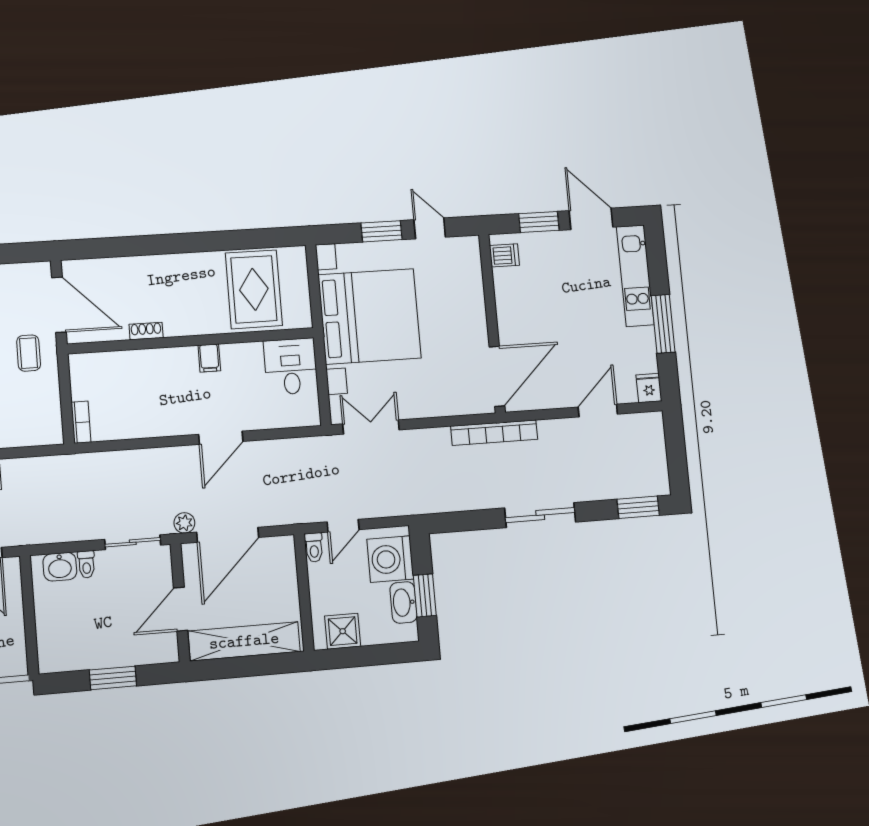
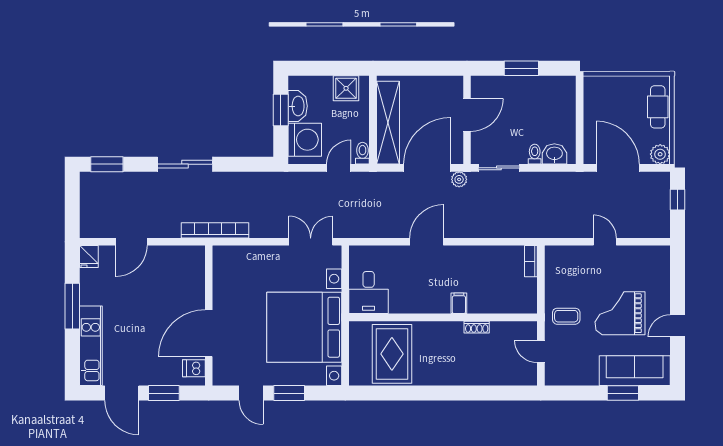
door: (59, 305) -> (541, 351), width x0.53
coffee table: (29, 353) -> (566, 316), turned 90
filing cabinet: (209, 358) -> (459, 303), moved
door: (497, 376) -> (209, 333), moved
double door: (371, 427) -> (311, 242), swing flipped
shelving: (244, 641) -> (388, 123), moved, turned 90

